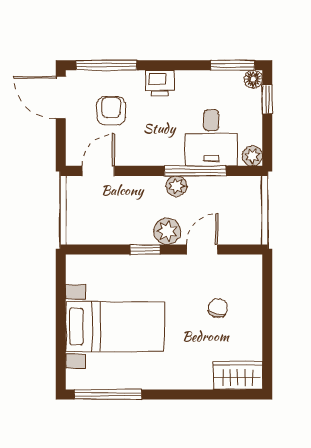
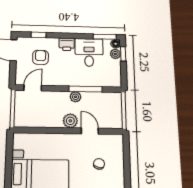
window: (107, 65) -> (39, 35), width x0.46
desk: (211, 138) -> (89, 52), moved, turned 180
plant: (252, 156) -> (115, 54), moved
window: (145, 249) -> (58, 131), removed
door: (202, 249) -> (90, 131), hinge flipped

